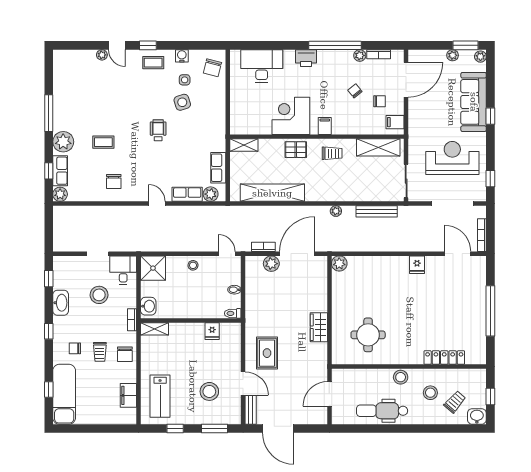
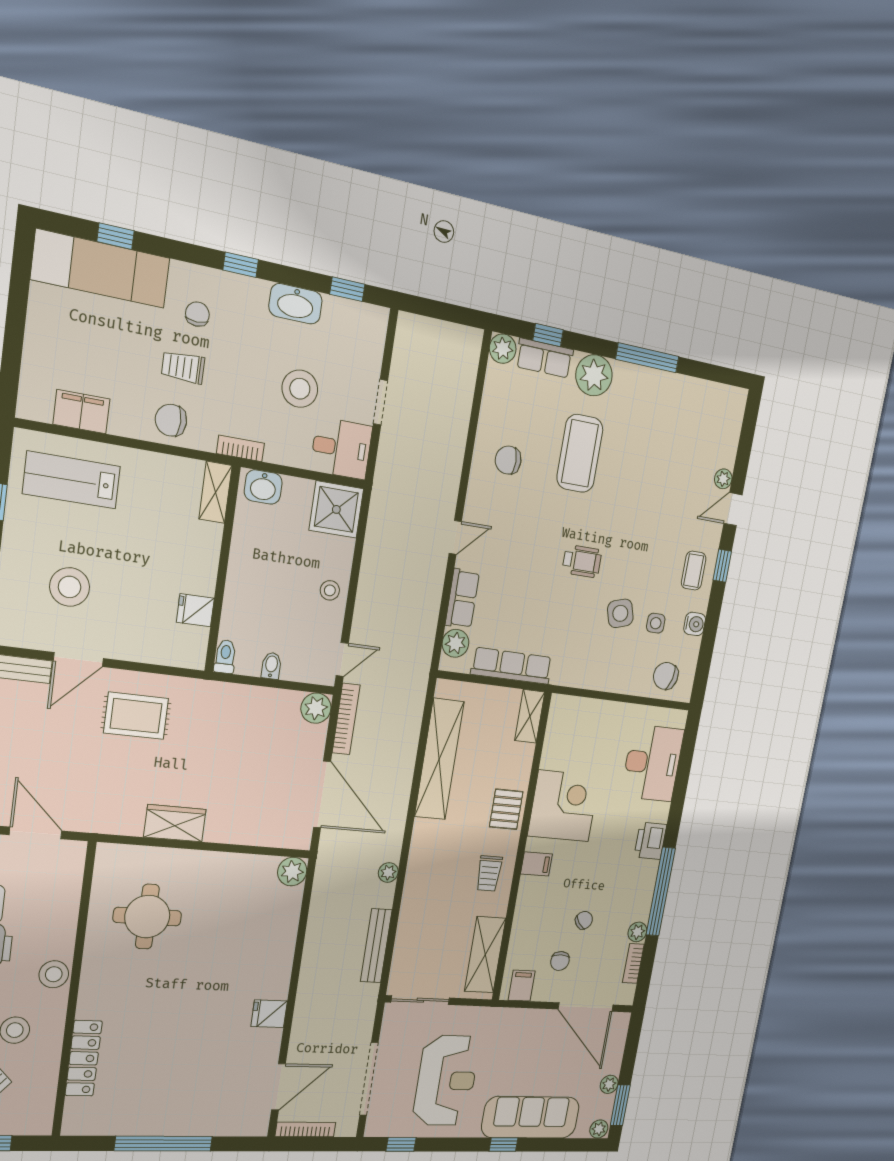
coffee table: (103, 142) -> (580, 453), width x1.86, depth x1.72
row of seats: (218, 168) -> (512, 666), width x1.48
bookcase: (263, 247) -> (346, 719), width x1.56
plant: (271, 264) -> (316, 708), moved

